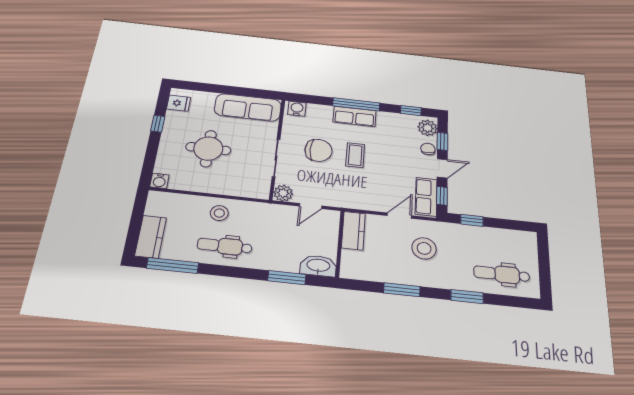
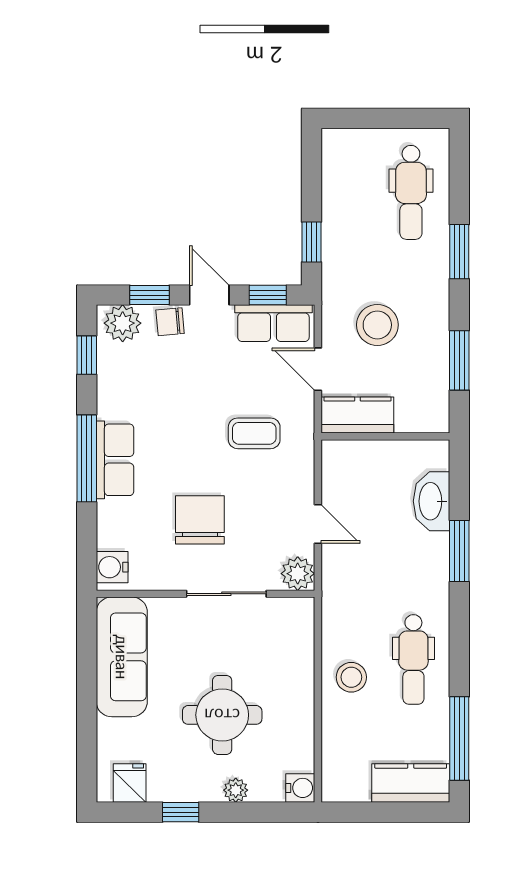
plant: (165, 150) -> (236, 790), added
coffee table: (355, 155) -> (254, 433), moved
kitchen counter: (353, 231) -> (357, 415), moved
wall: (340, 244) -> (385, 436), moved

